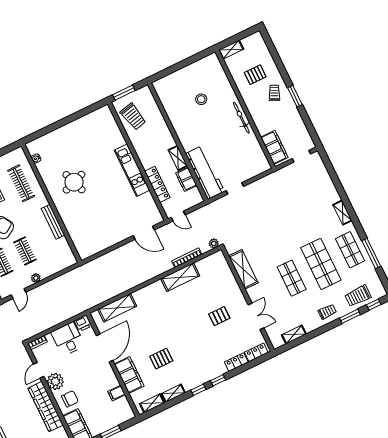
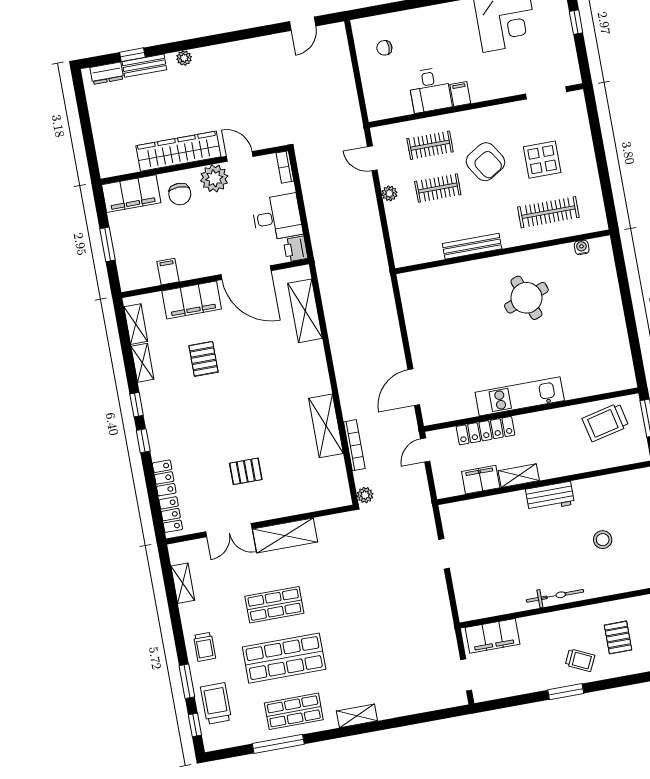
workbench: (205, 173) -> (550, 497), moved, width x0.53, depth x0.76
shelving: (243, 269) -> (285, 536), moved
pallet: (219, 316) -> (246, 471), turned 90

